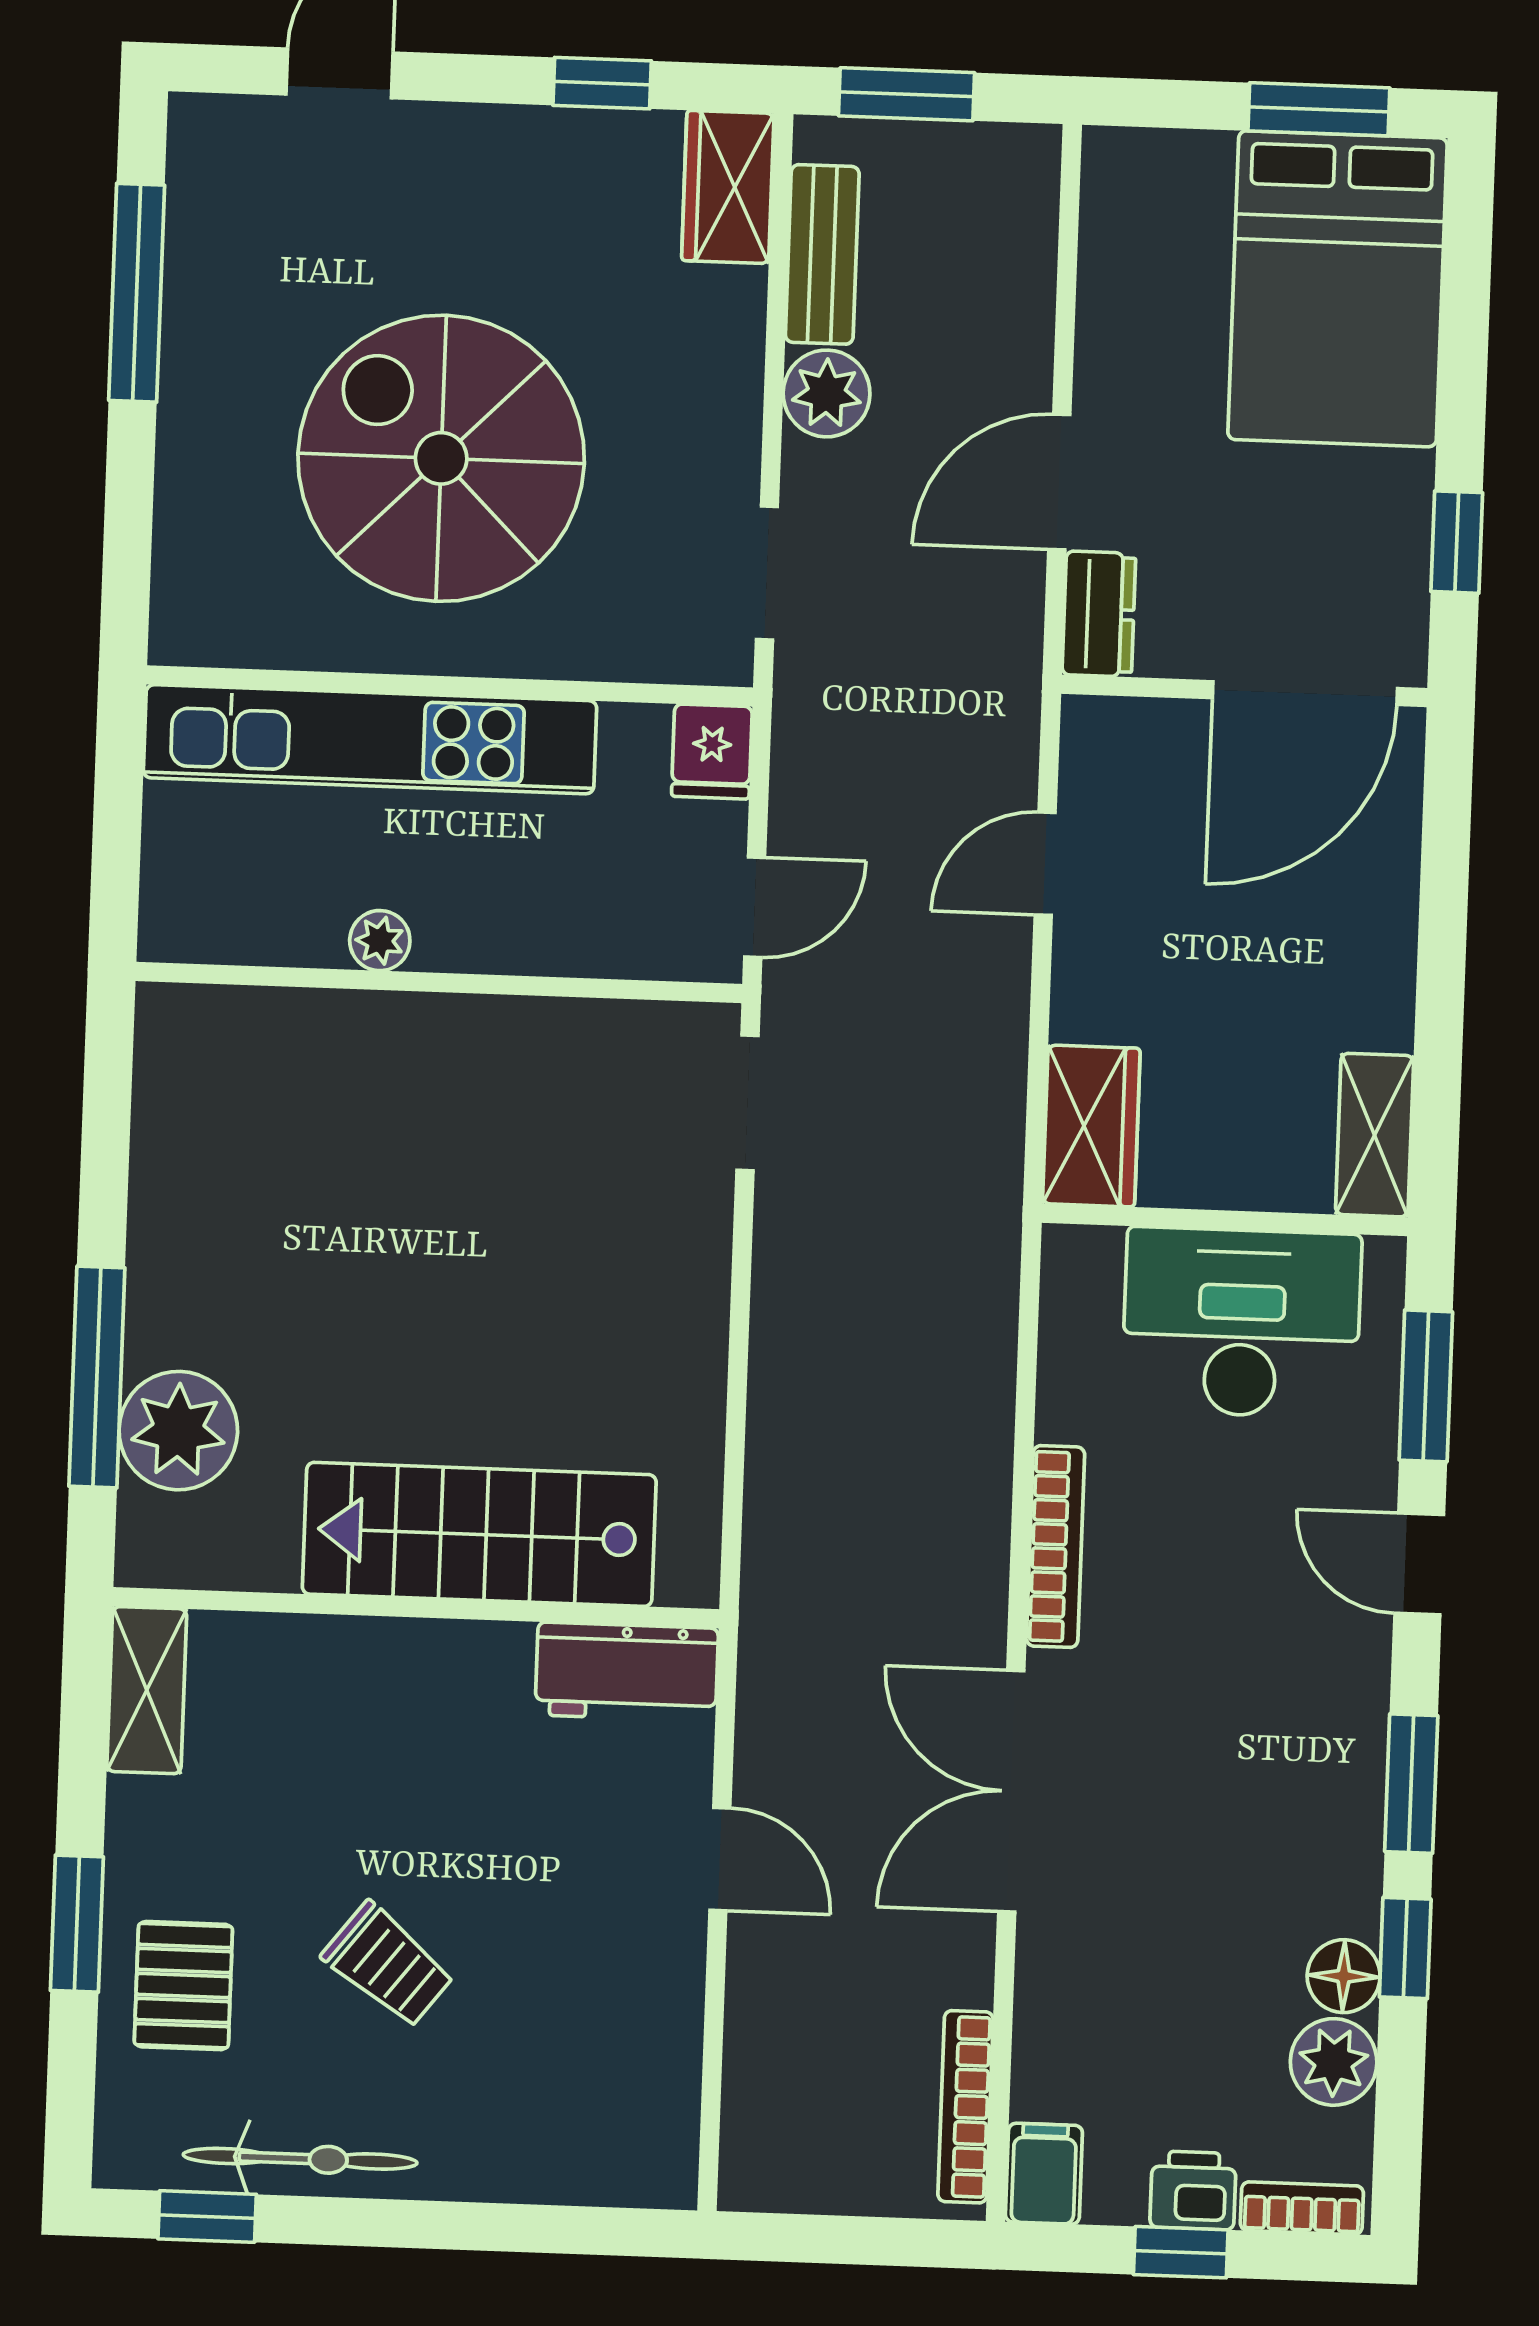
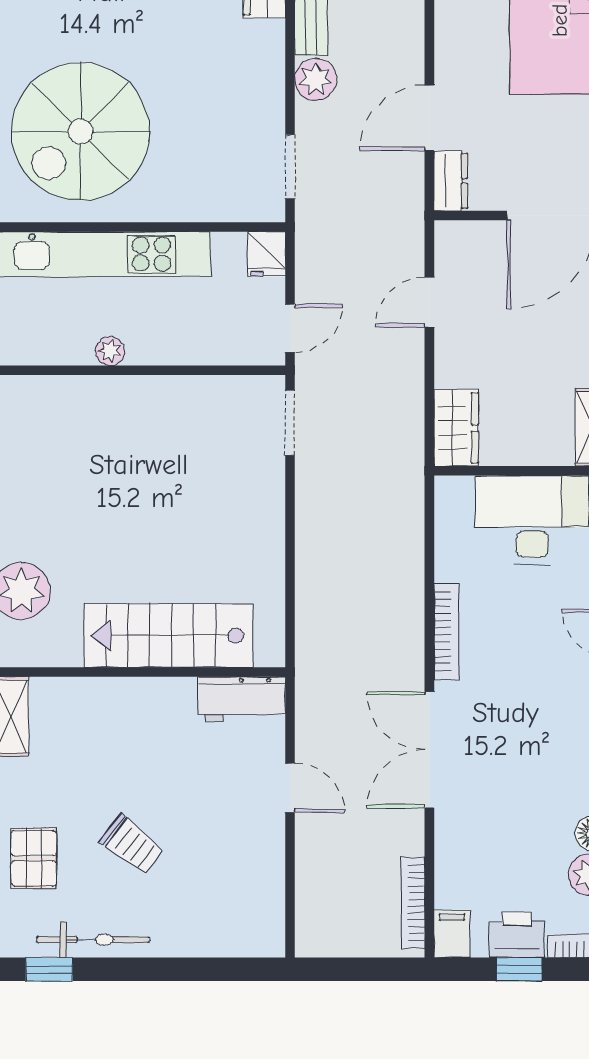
spiral stairs: (441, 458) -> (80, 131), moved, turned -90
printer: (1193, 2190) -> (517, 935), width x1.36, depth x1.24

